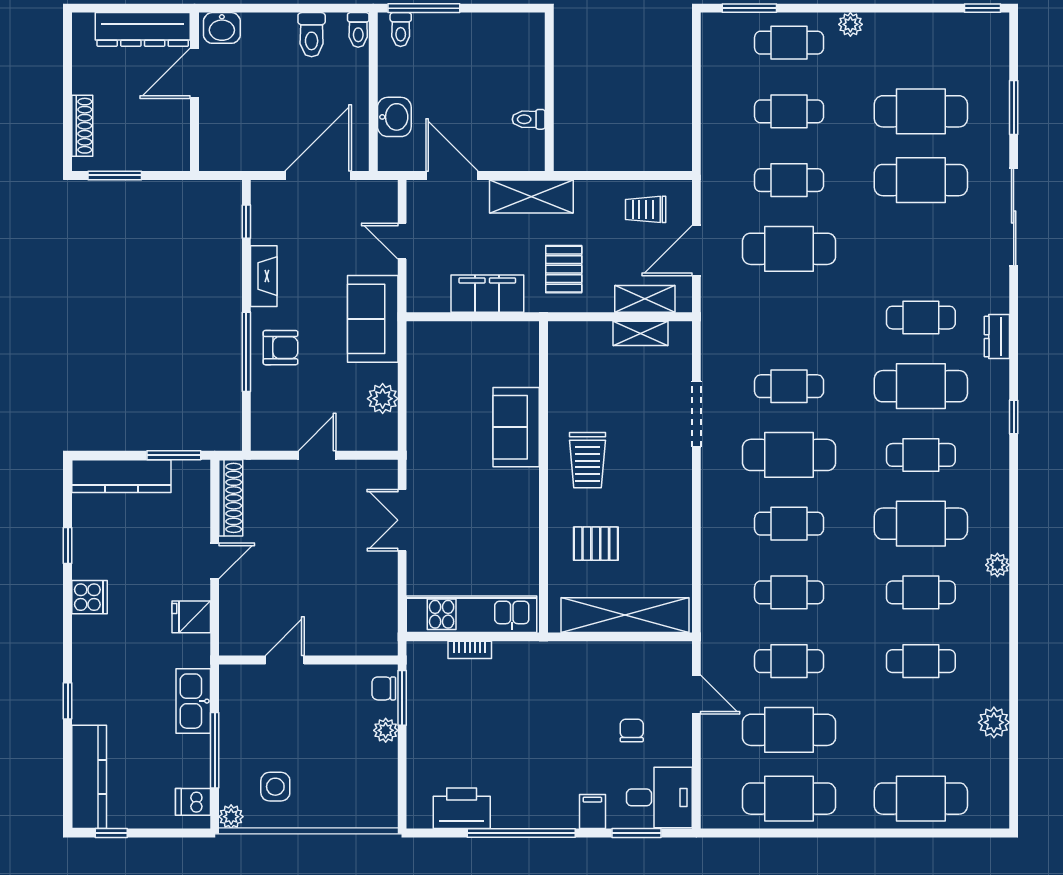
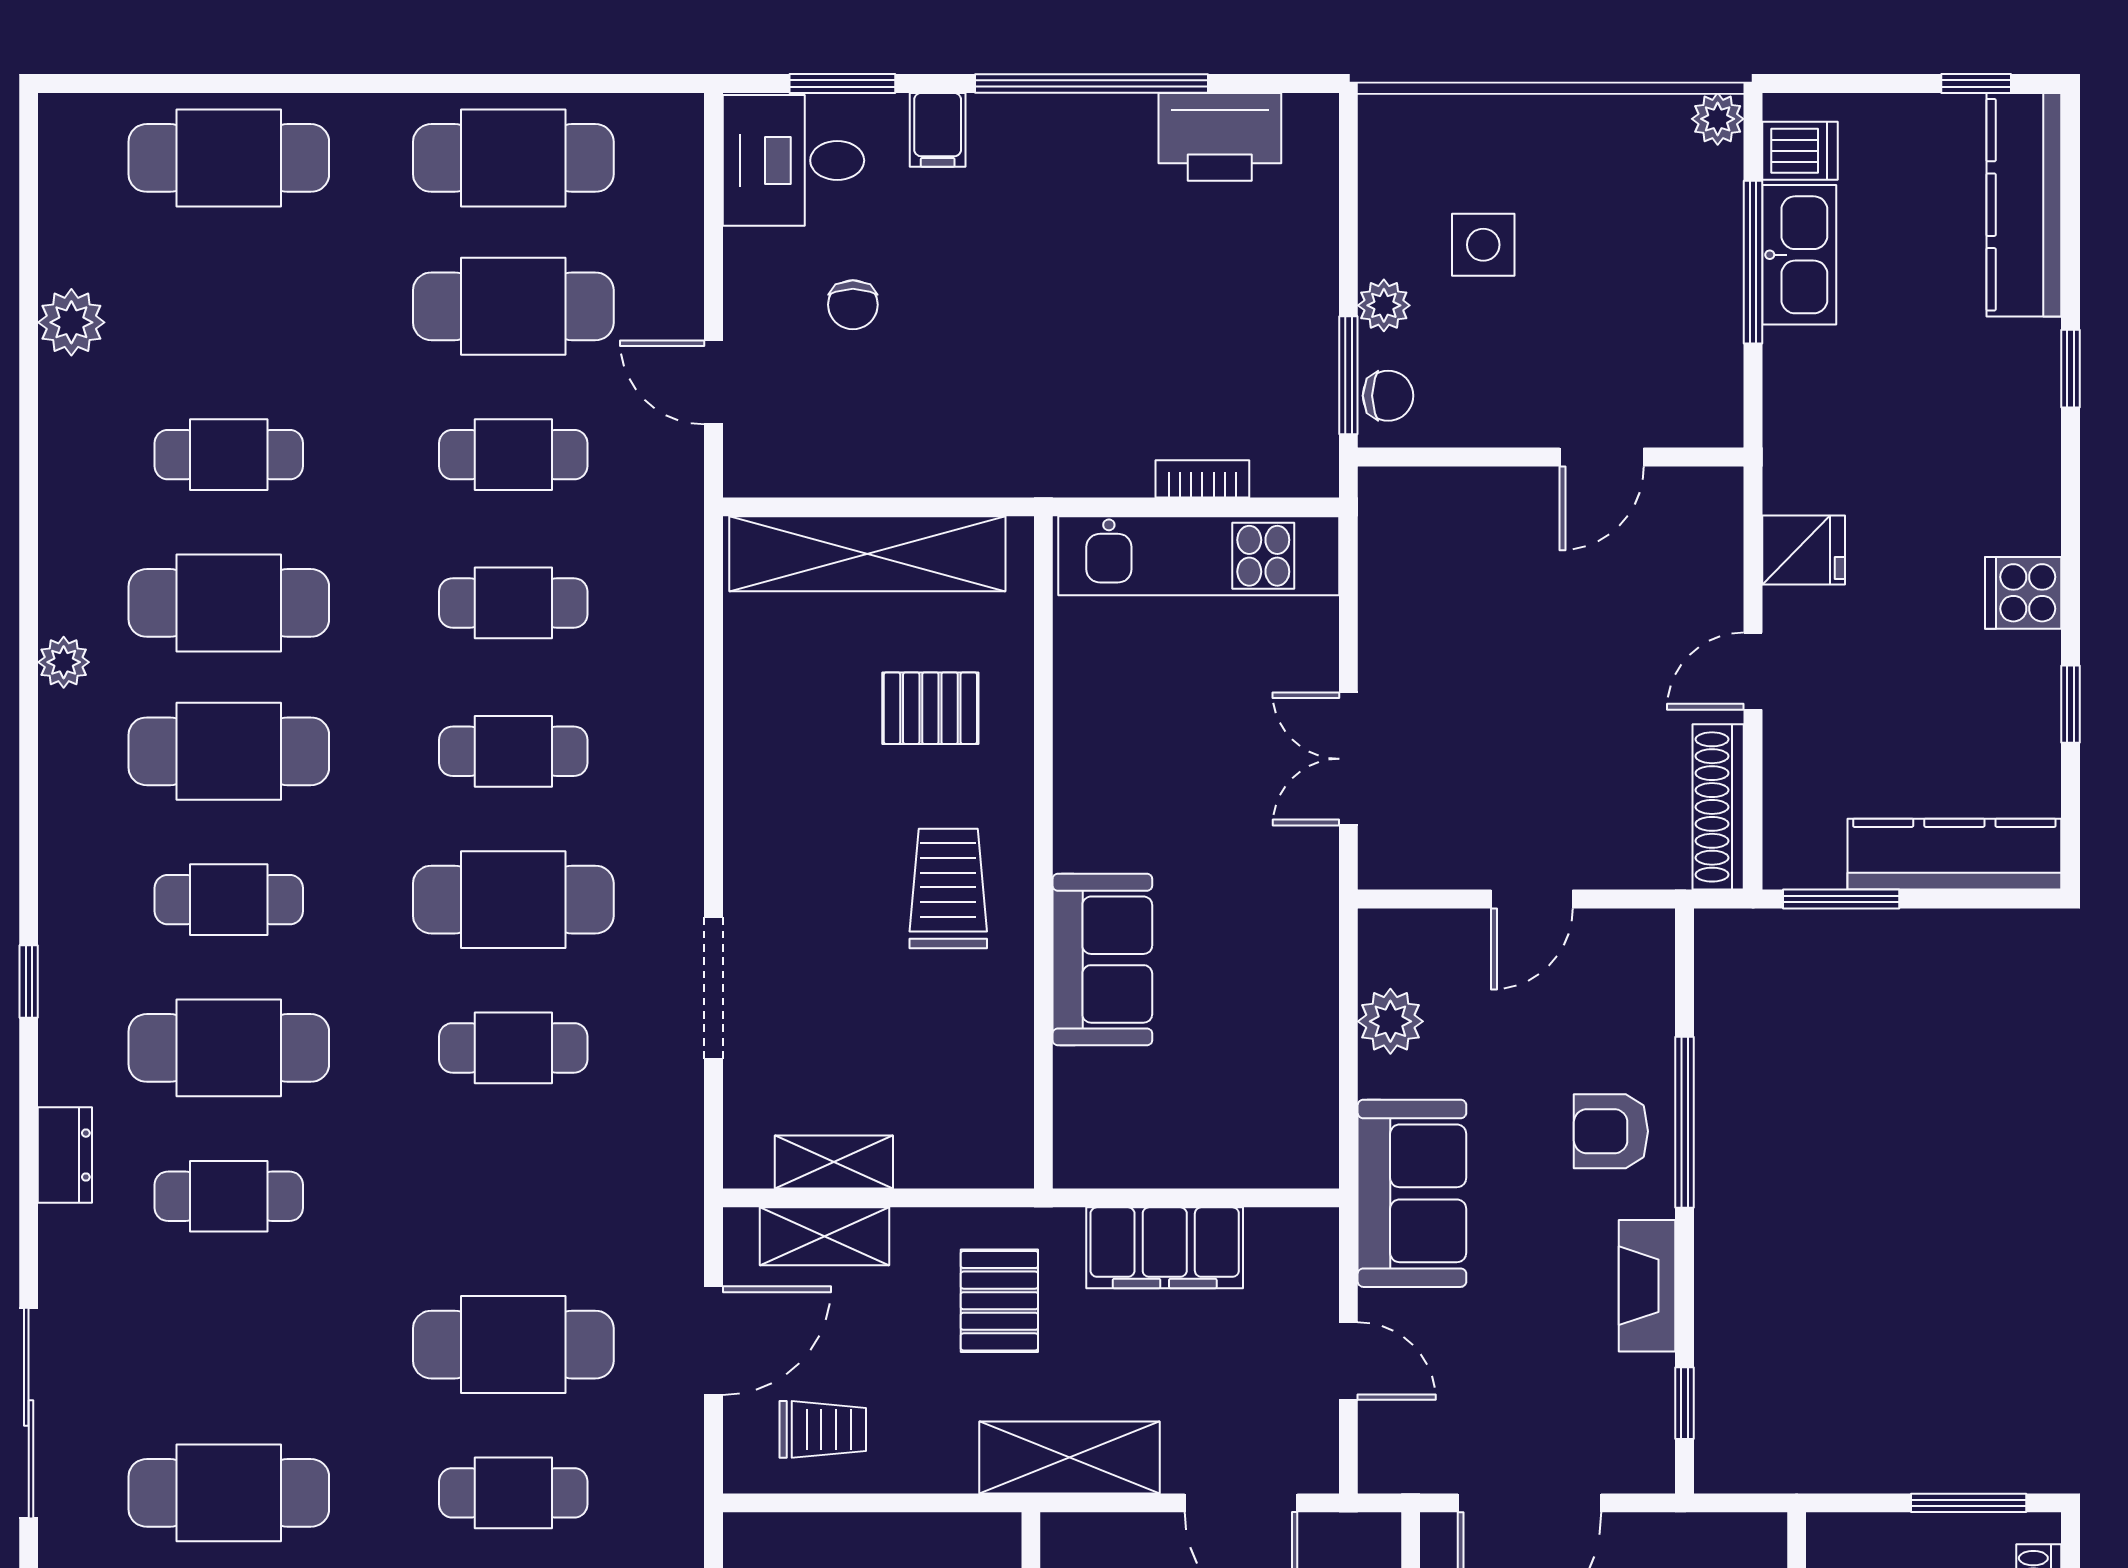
double door: (402, 520) -> (1348, 759), swing flipped
cafe table: (921, 592) -> (229, 603), width x1.37, depth x1.35
kitchen sink: (193, 701) -> (1799, 255), moved
side table: (275, 787) -> (1483, 245), moved

